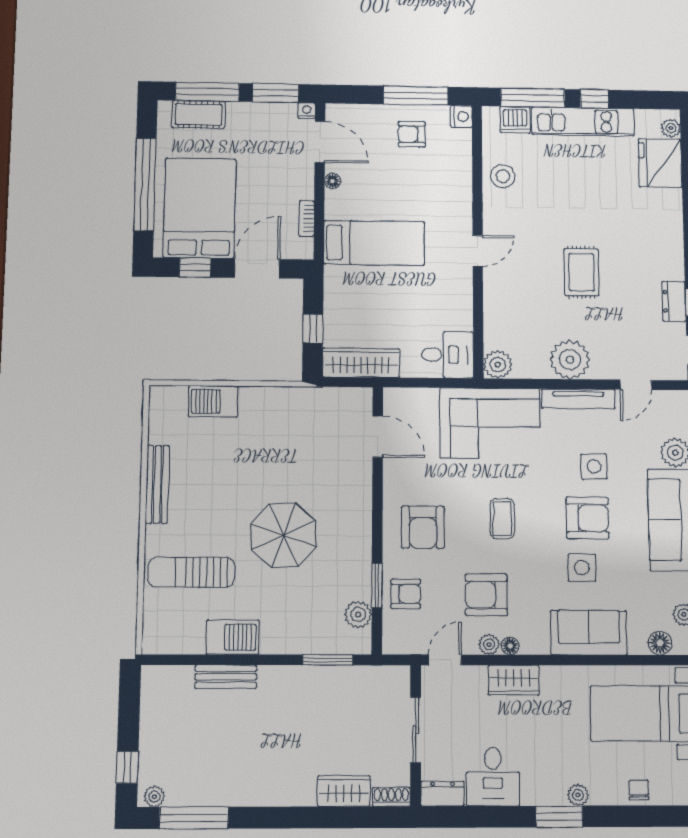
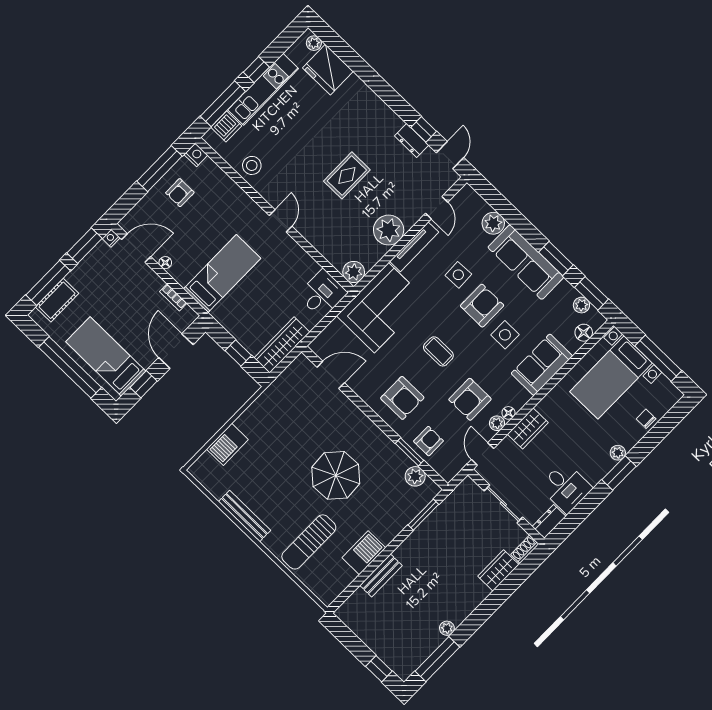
bed: (200, 208) -> (106, 356), width x0.67
rug: (581, 272) -> (347, 175), turned 90
plant: (154, 797) -> (447, 628), moved

